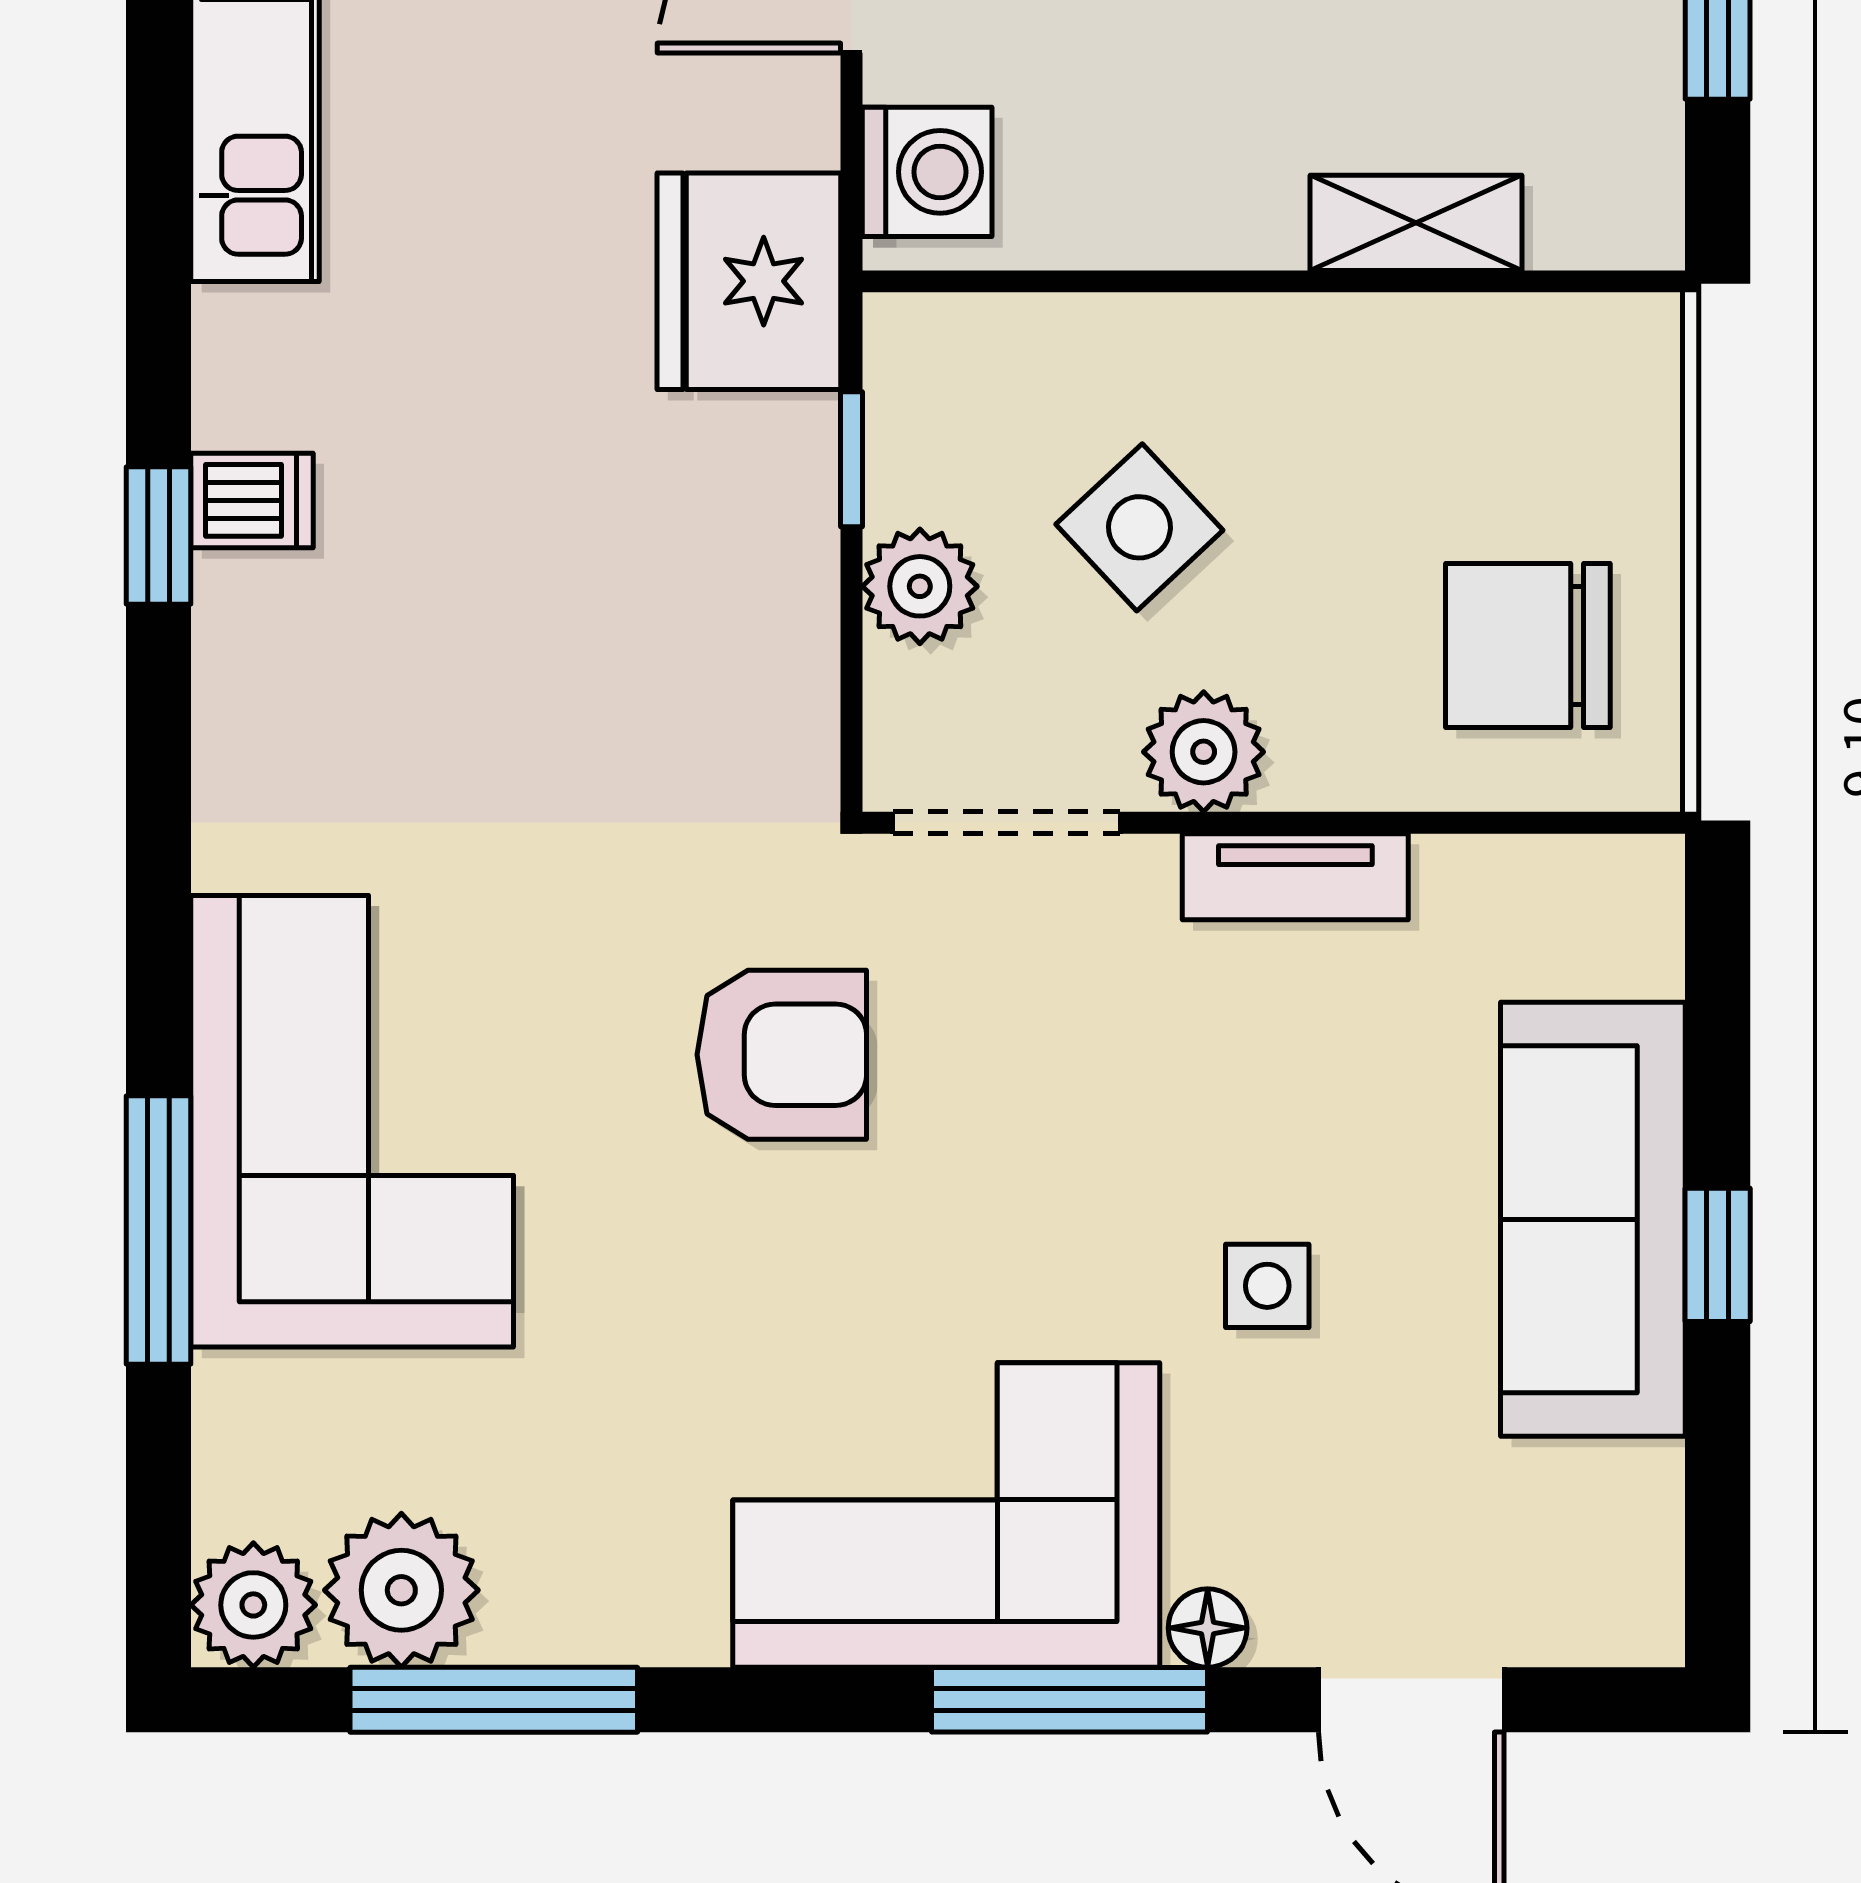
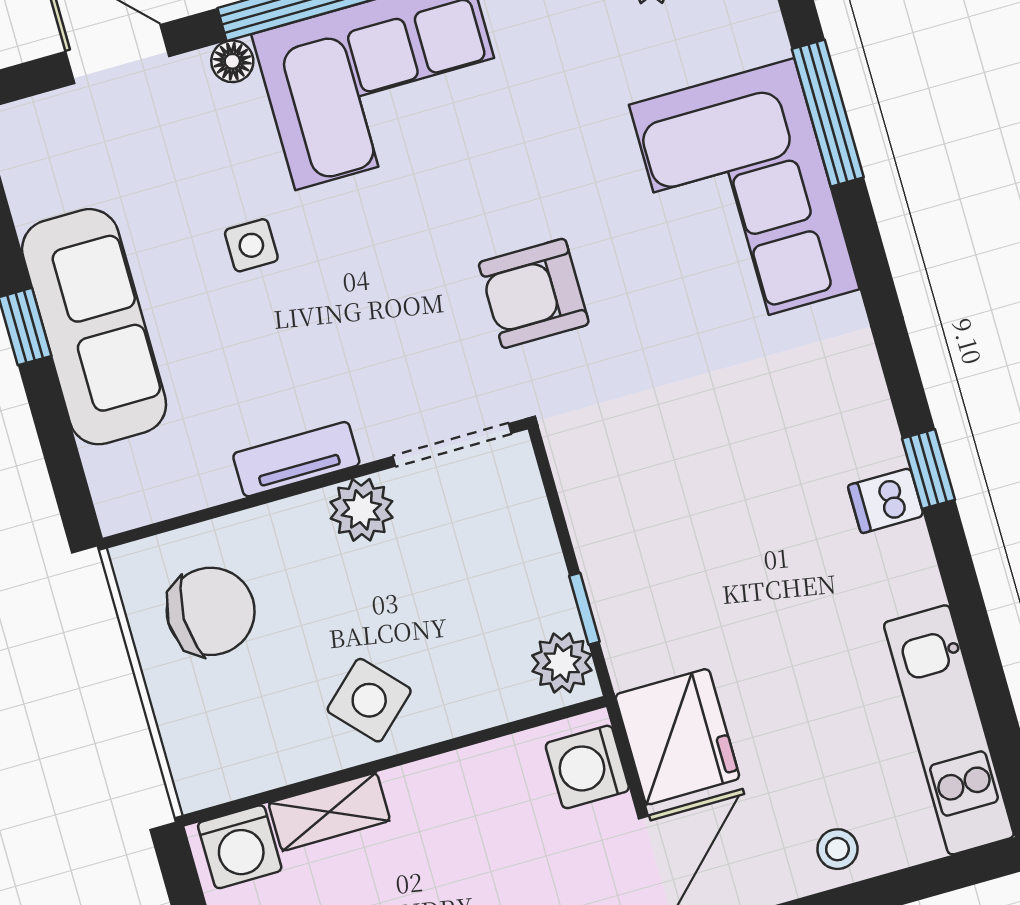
washing machine: (1596, 205) -> (240, 847), added
fridge: (749, 281) -> (677, 737), moved
side table: (1139, 527) -> (369, 700), moved
plant: (920, 586) -> (562, 663), moved

